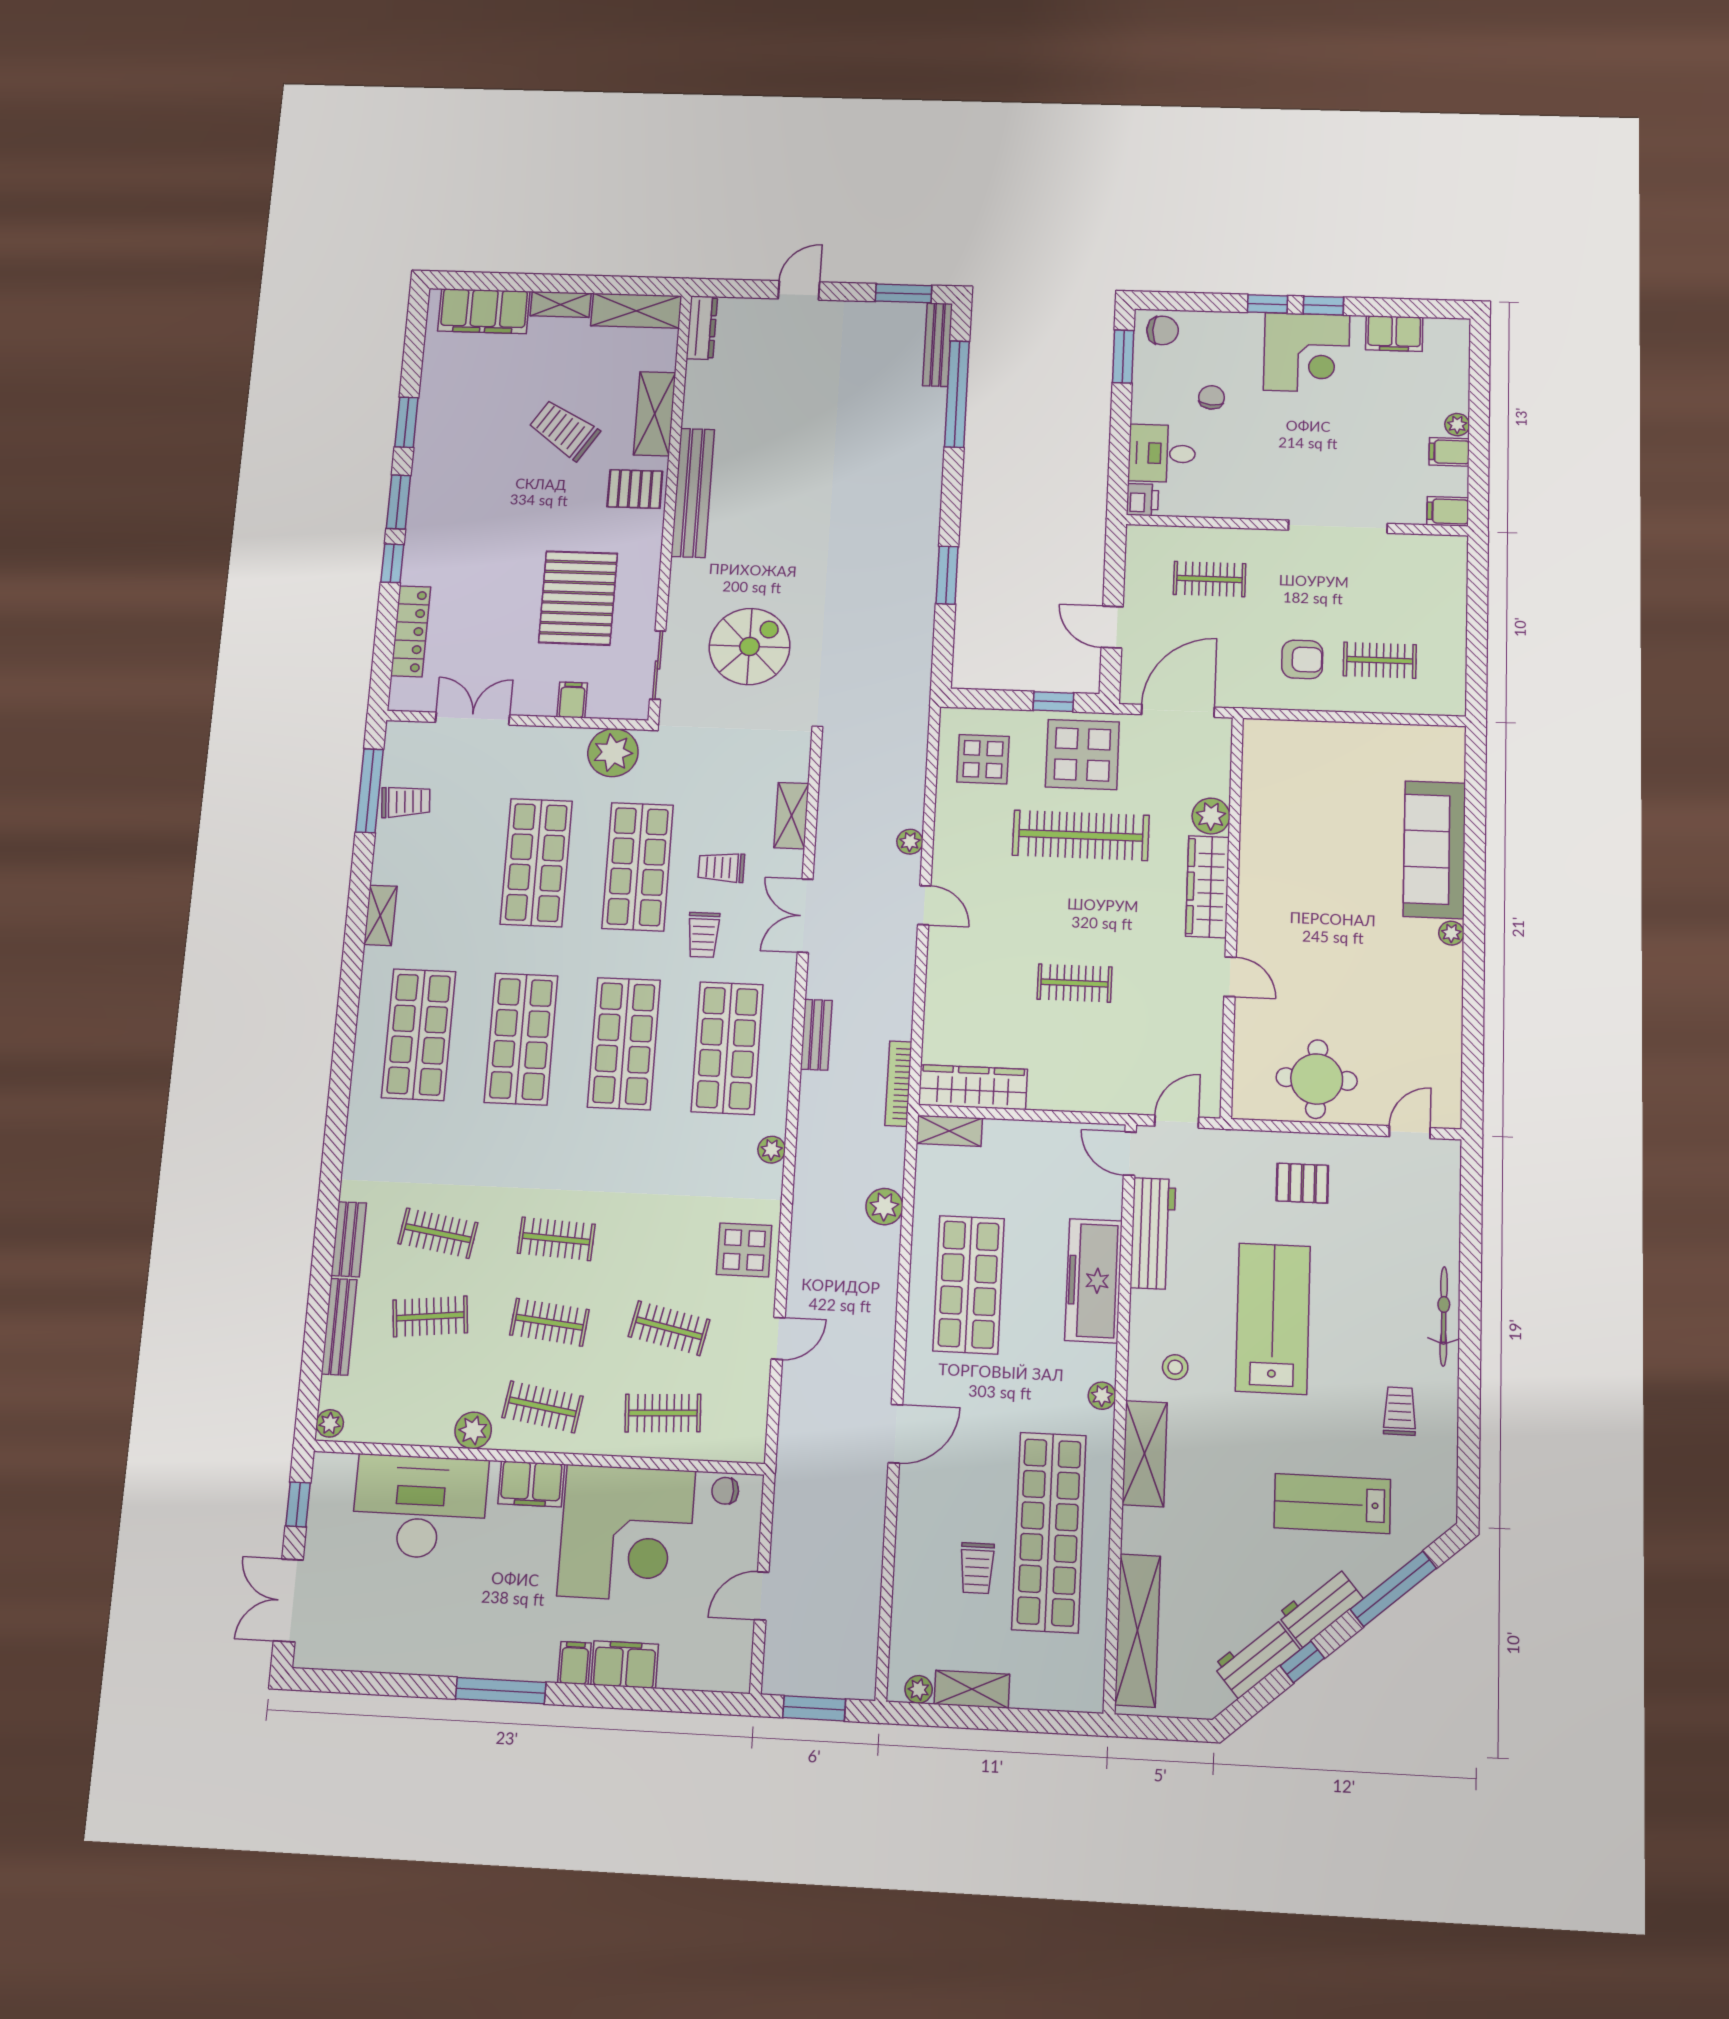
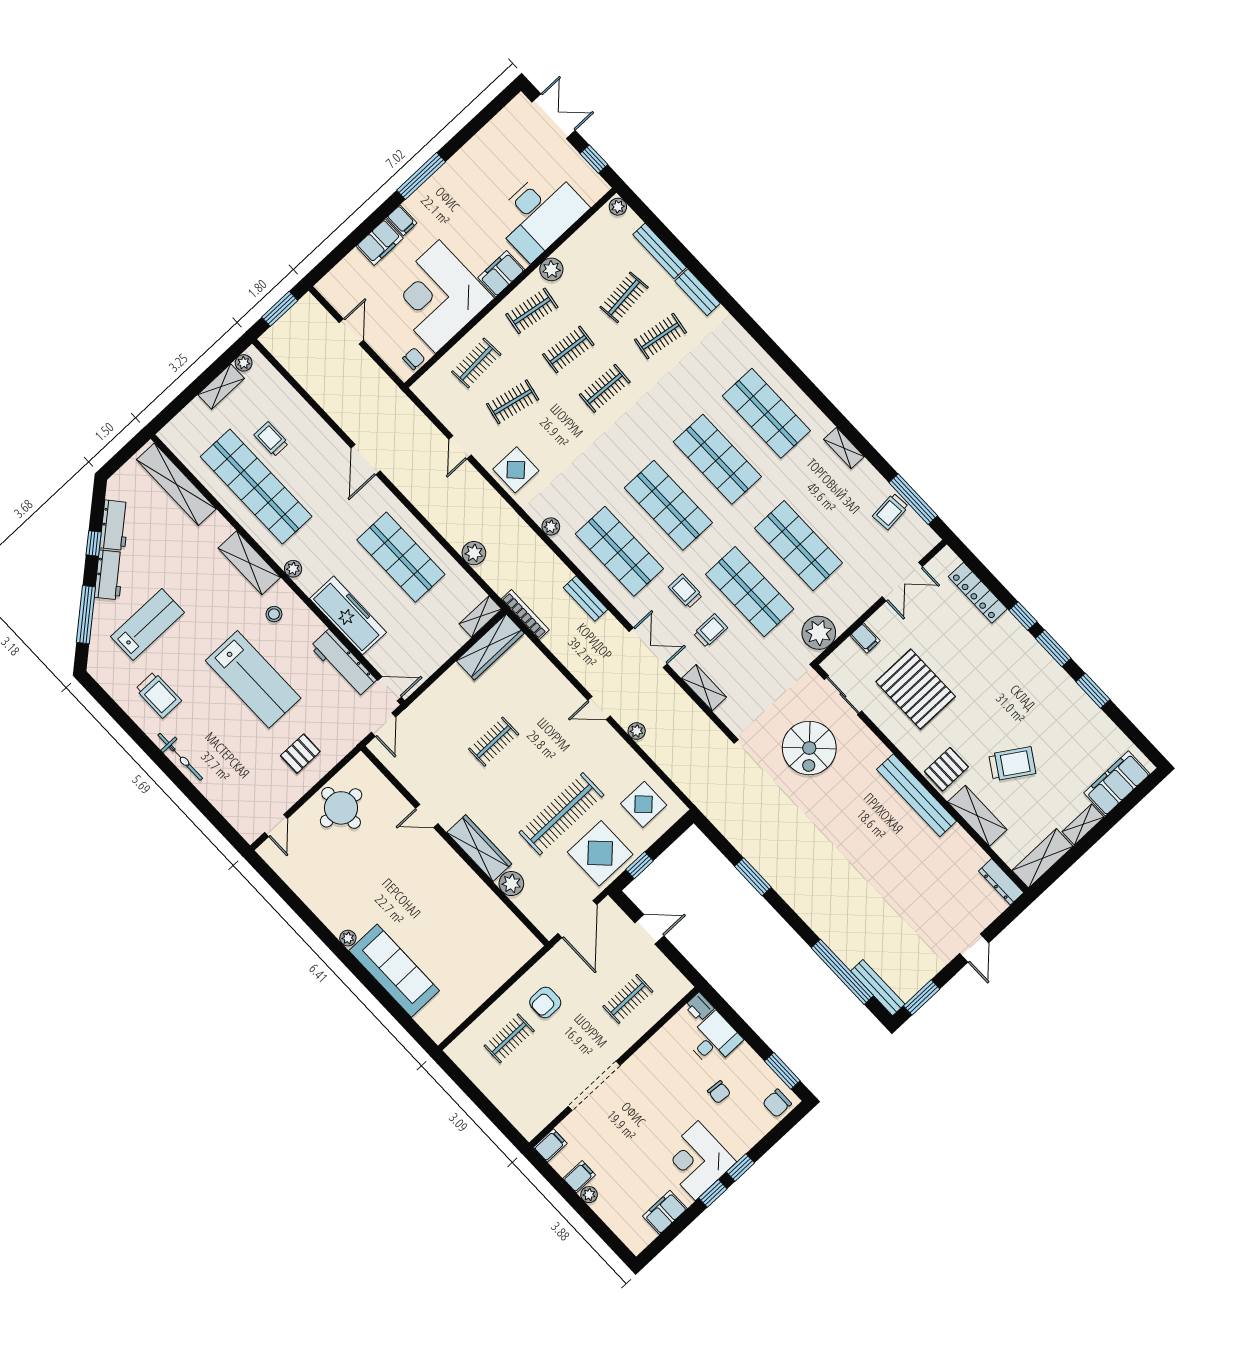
trolley: (1400, 1411) -> (158, 695), width x1.36, depth x1.39

